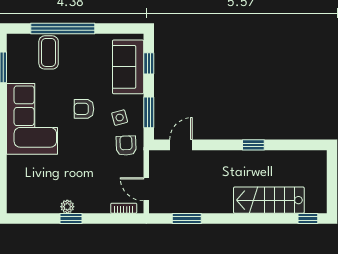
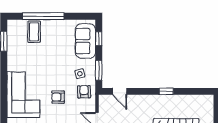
armchair: (84, 109) -> (58, 97), moved
corner sofa: (32, 119) -> (23, 95), moved
door: (181, 145) -> (119, 91), swing flipped

